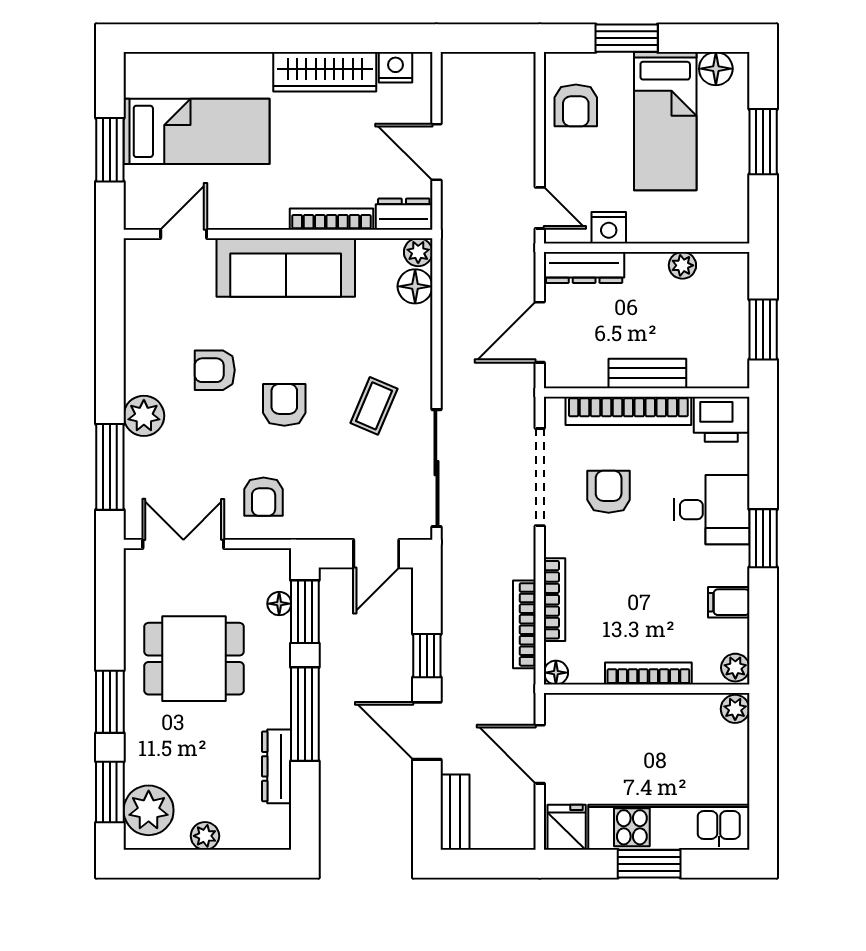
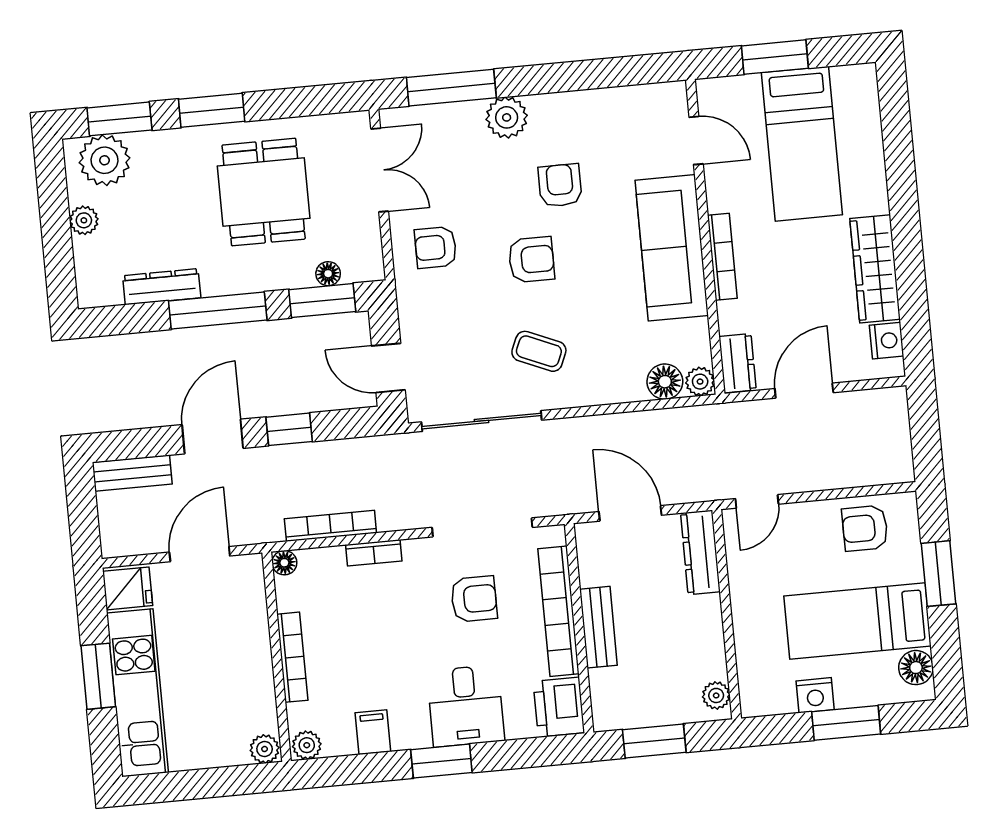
bookcase: (331, 219) -> (722, 257), moved
nightstand: (609, 228) -> (815, 695), moved, turned -90
plant: (682, 265) -> (716, 695), moved
bookcase: (555, 600) -> (374, 553), width x0.64

